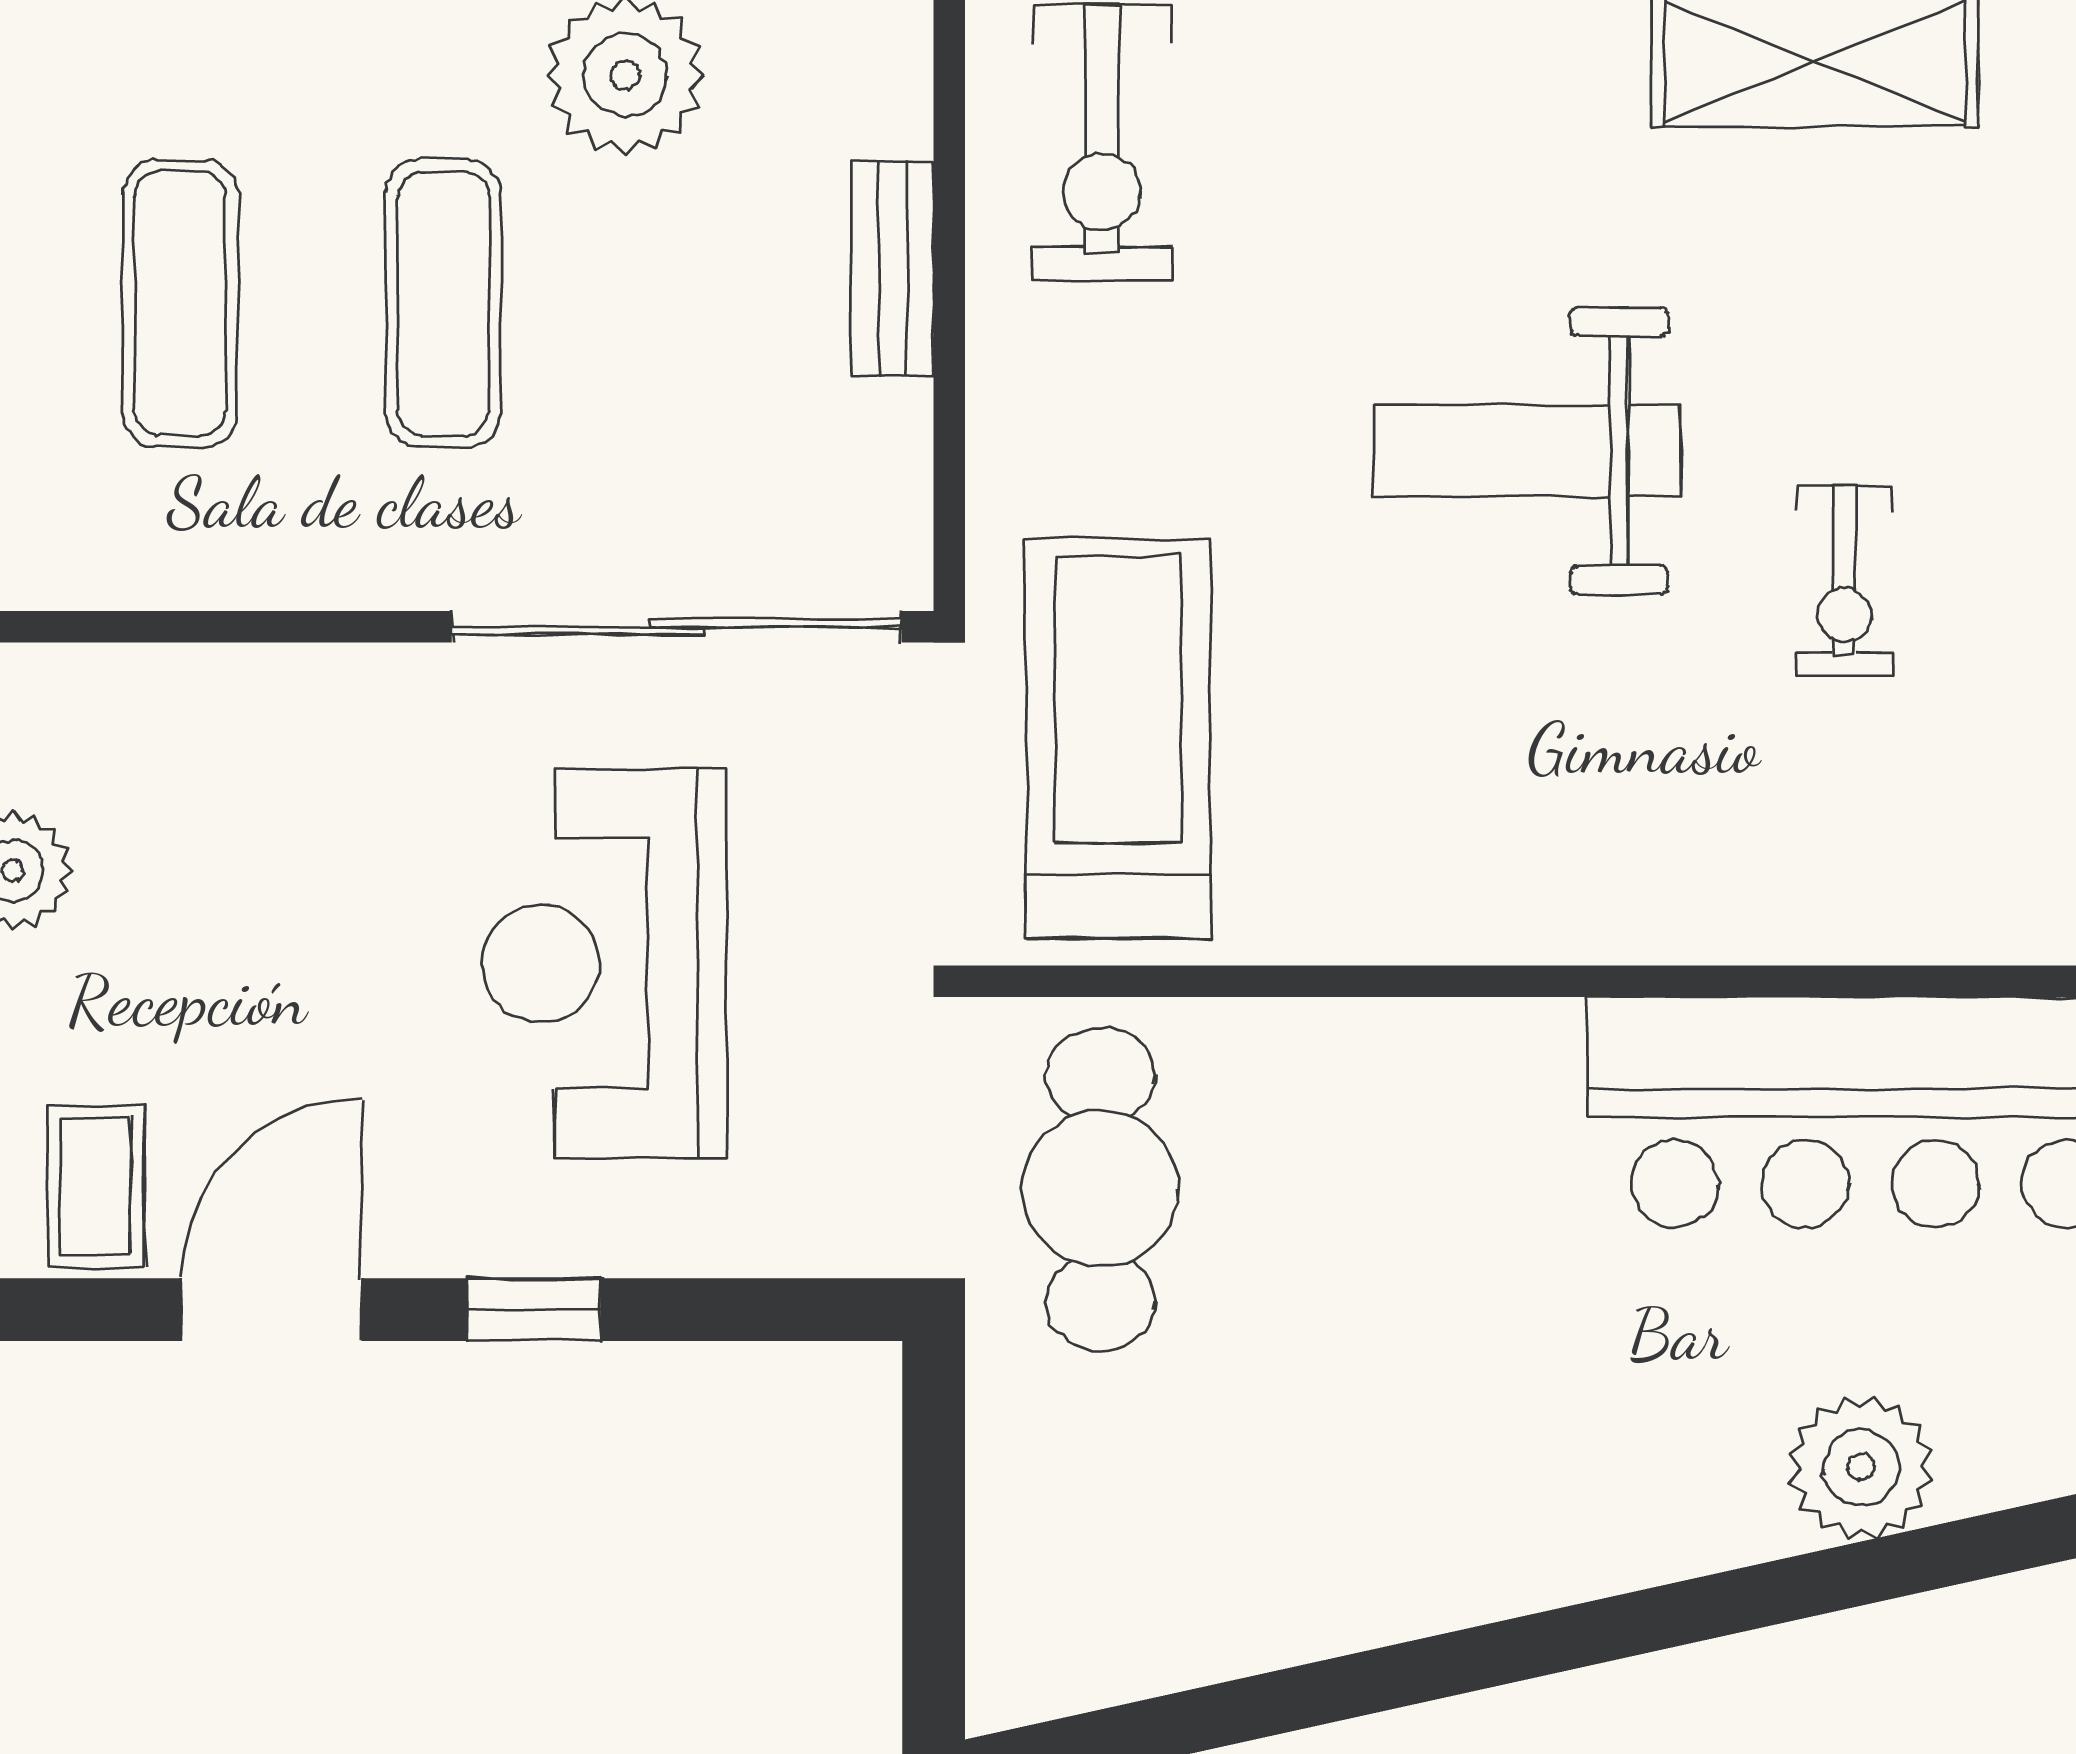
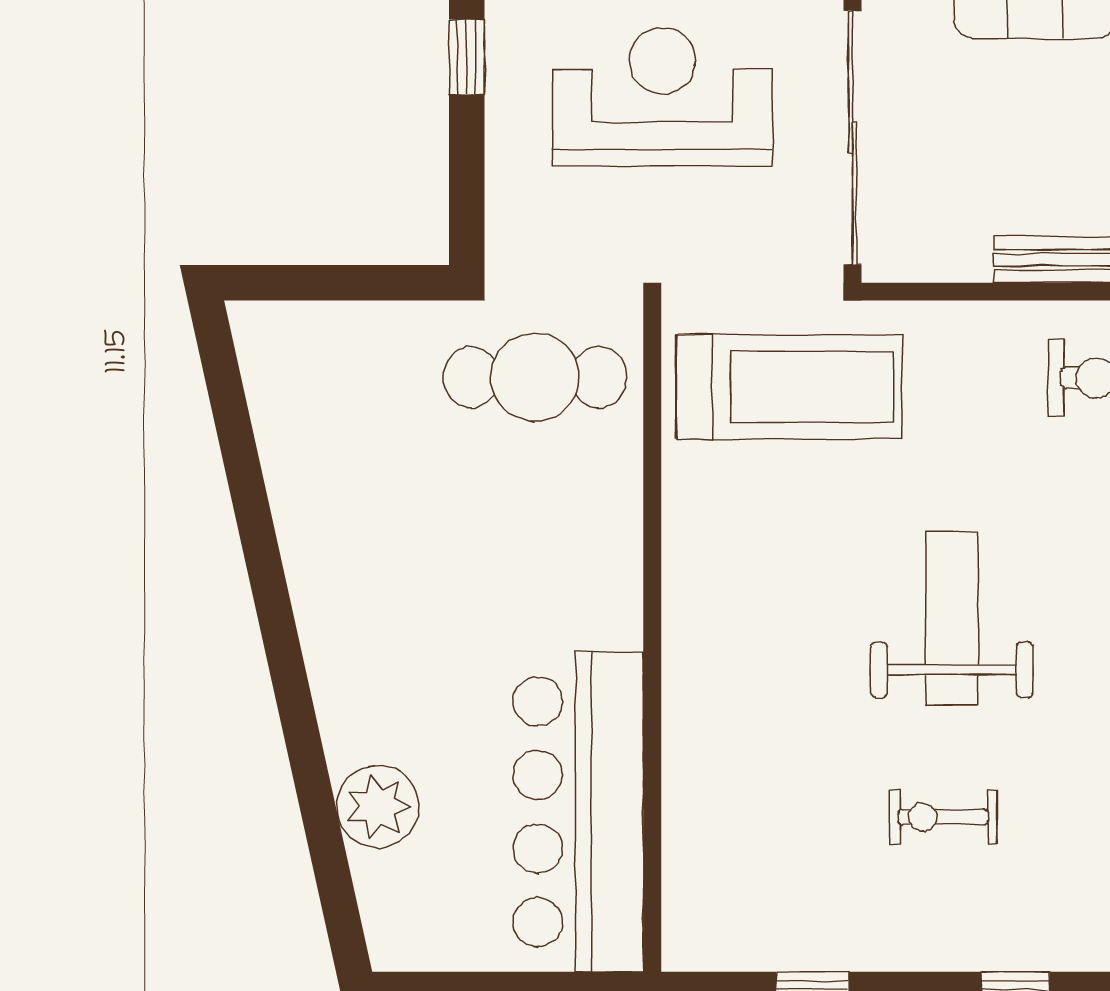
exercise bike: (1844, 581) -> (943, 817), moved

